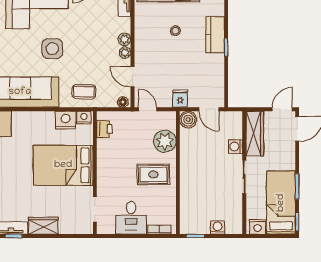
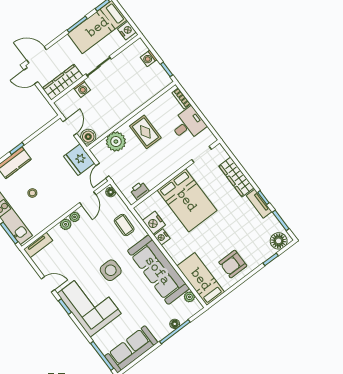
fridge: (180, 99) -> (79, 160), width x1.88, depth x1.34
nightstand: (84, 118) -> (162, 237), moved
wardrobe: (43, 226) -> (236, 177), width x1.50

